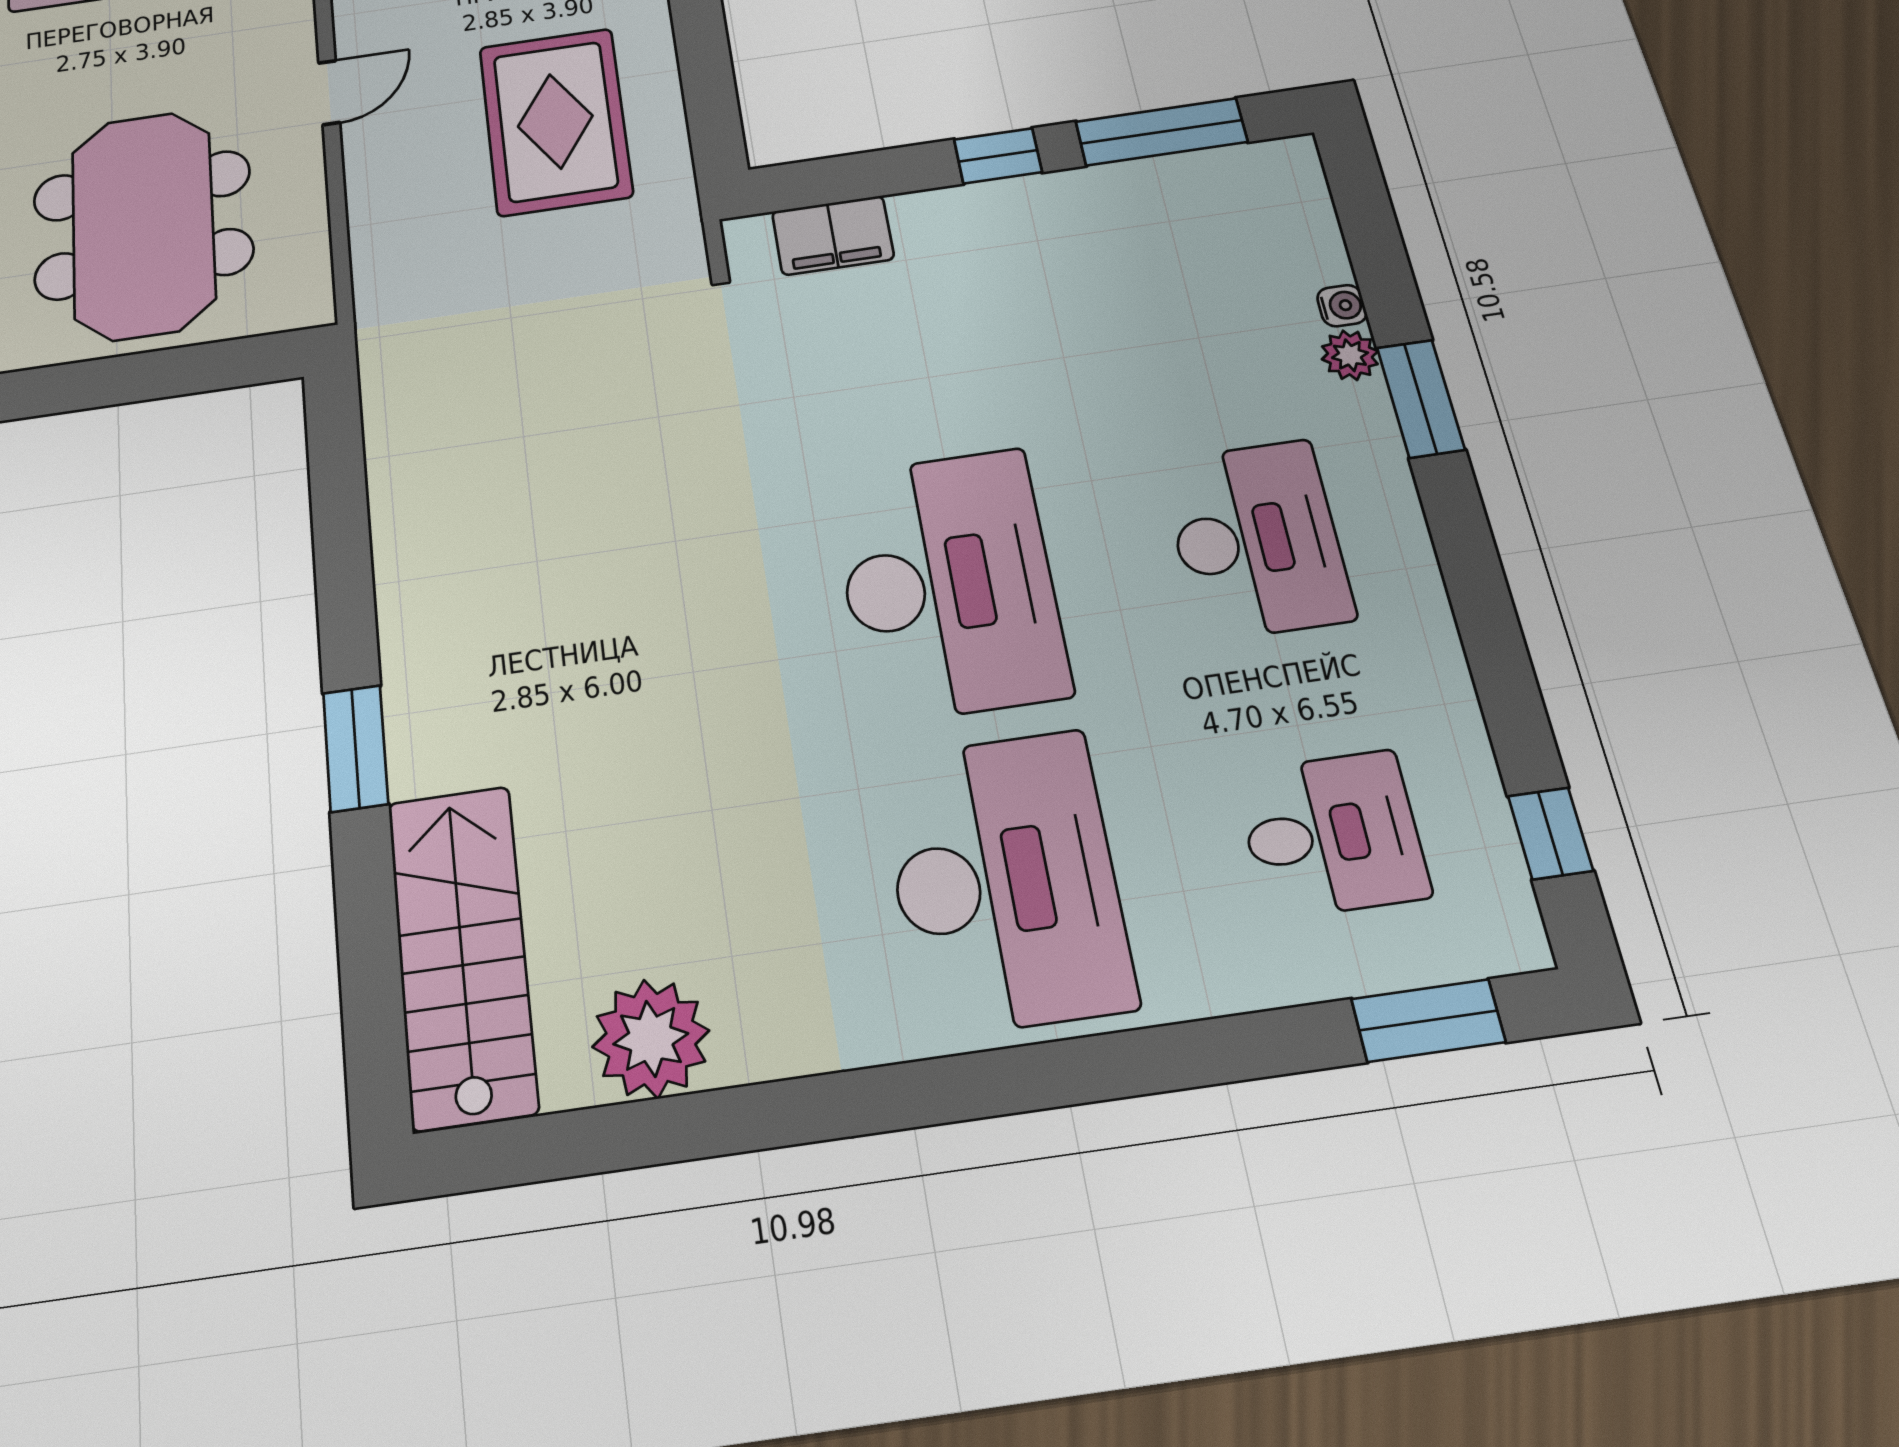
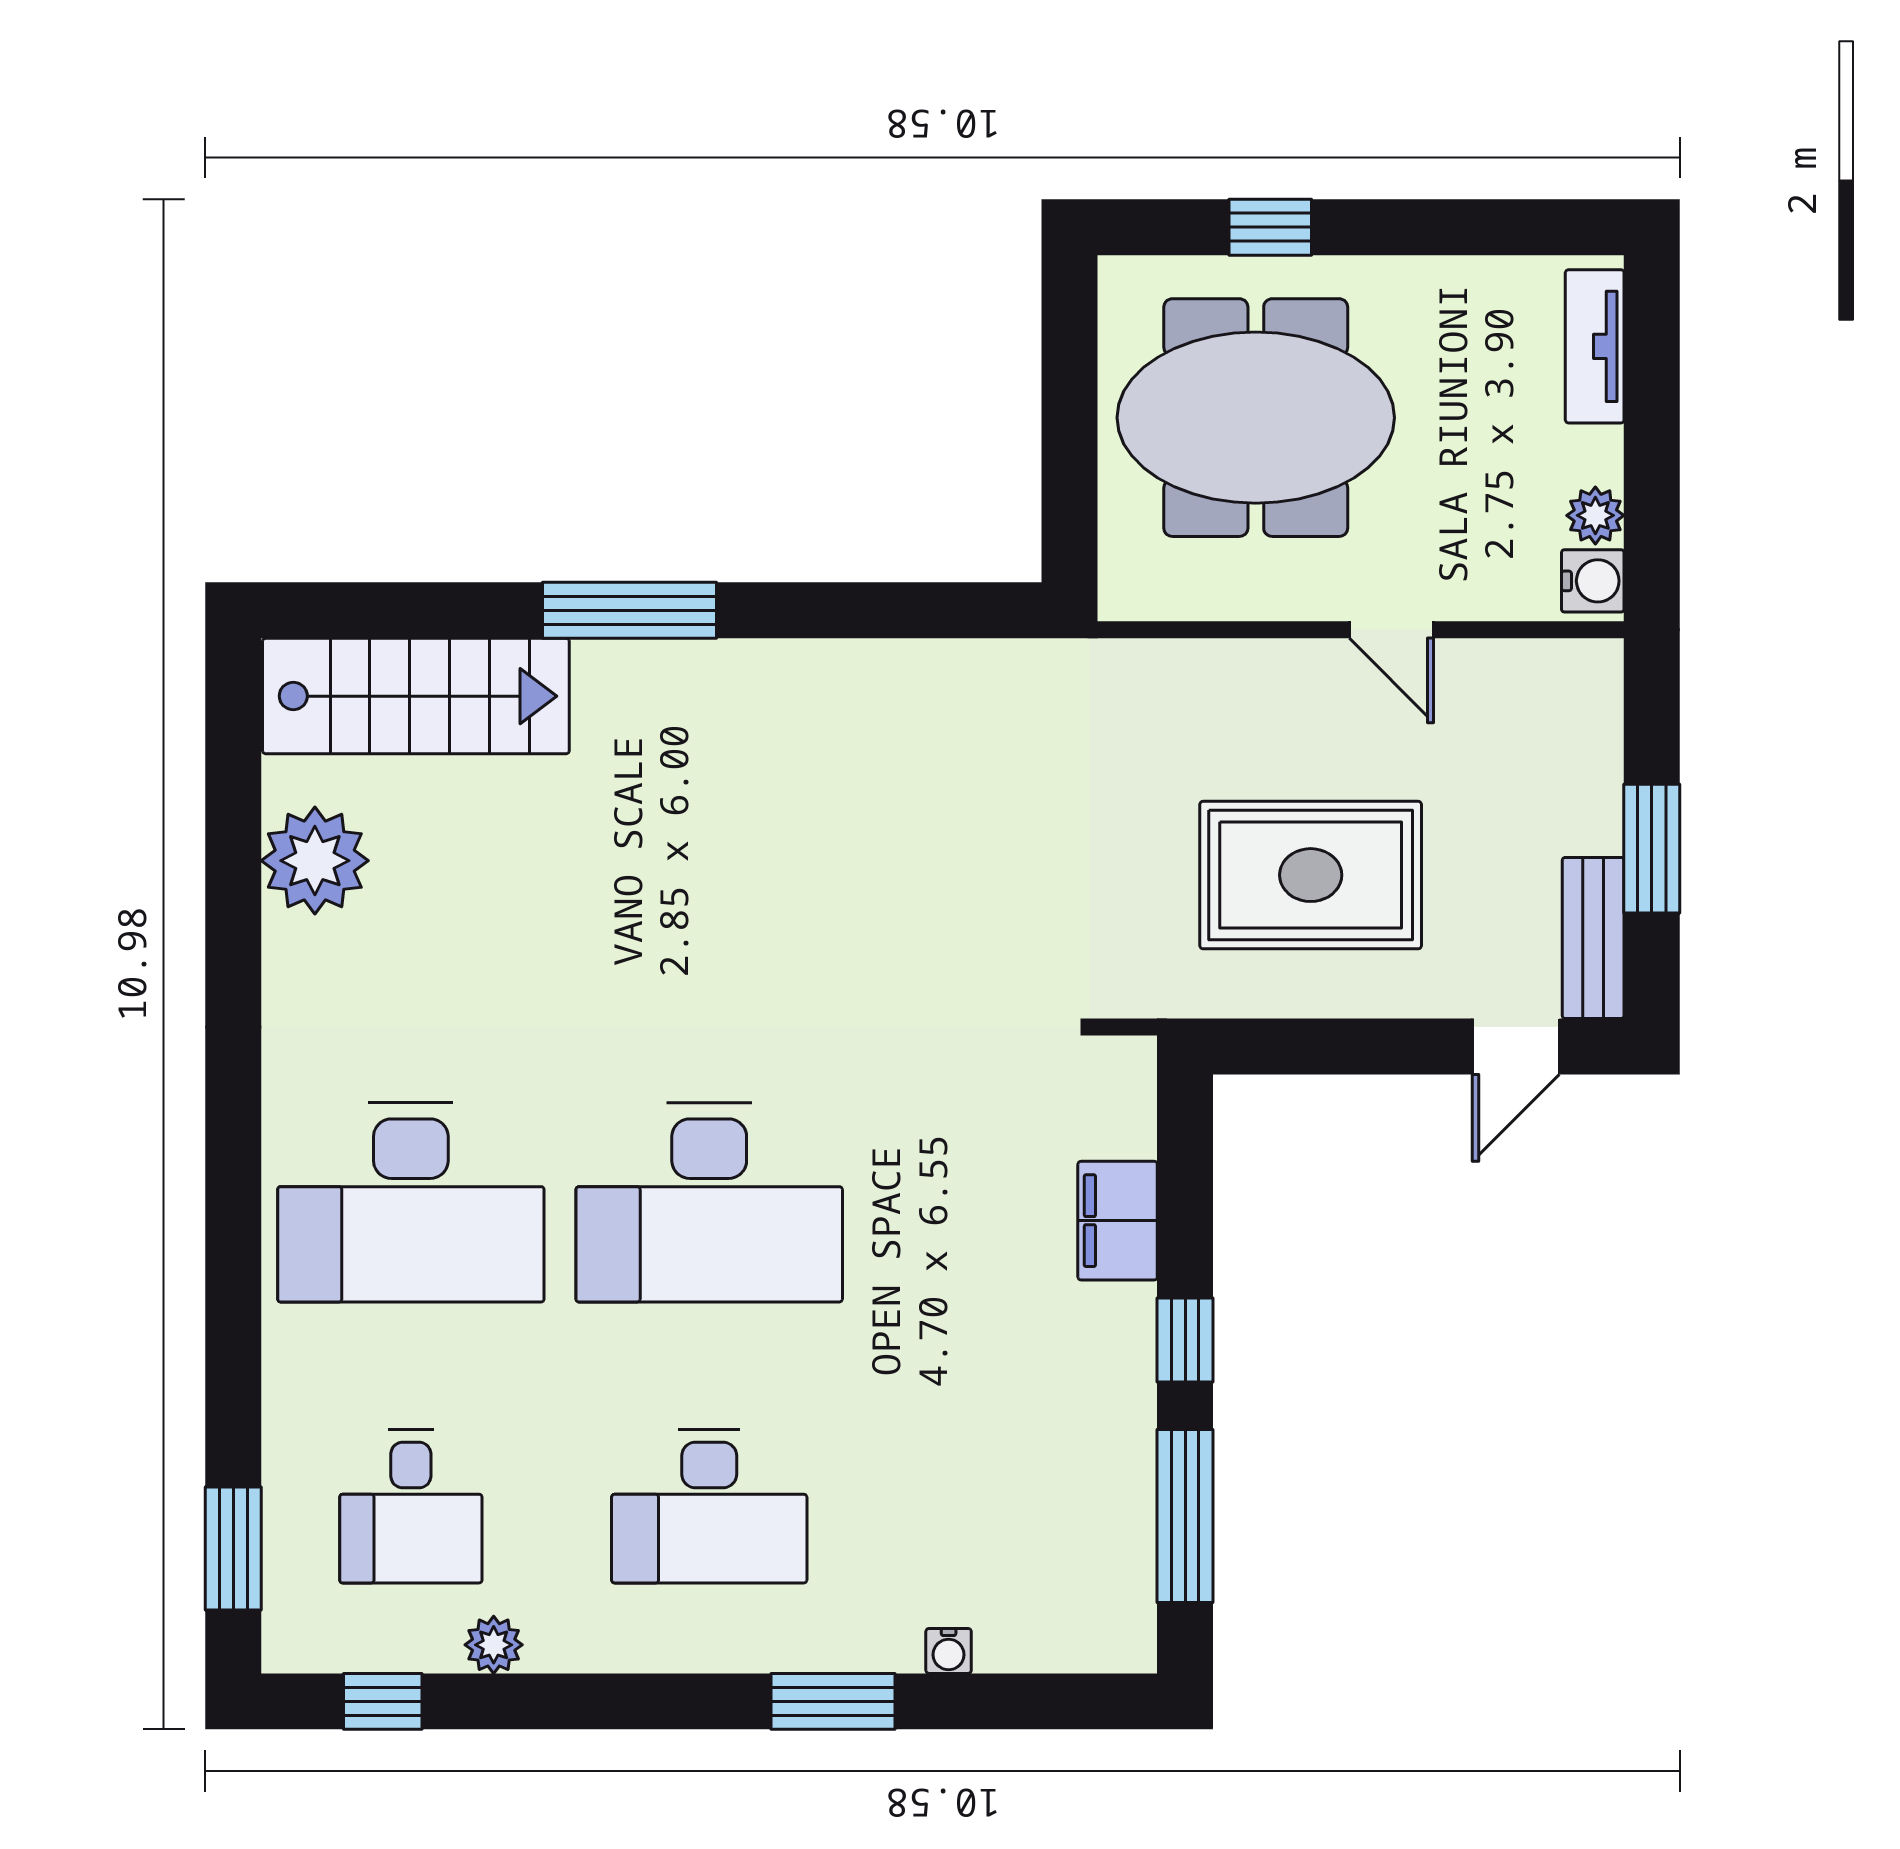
filing cabinet: (833, 235) -> (1118, 1221), moved
plant: (1350, 355) -> (494, 1645), moved
window: (356, 748) -> (629, 610), width x1.44

